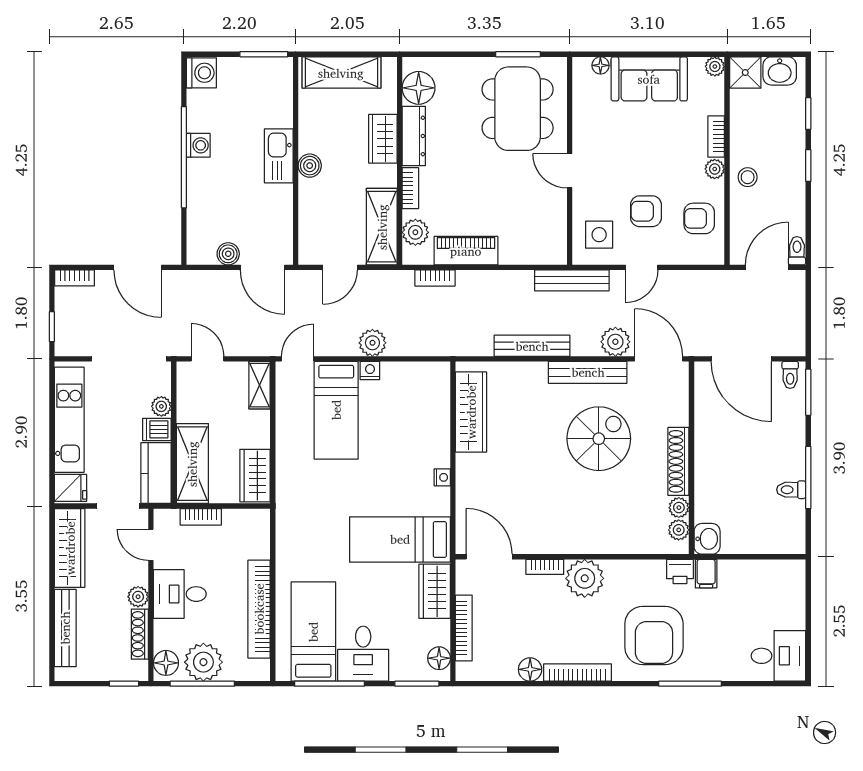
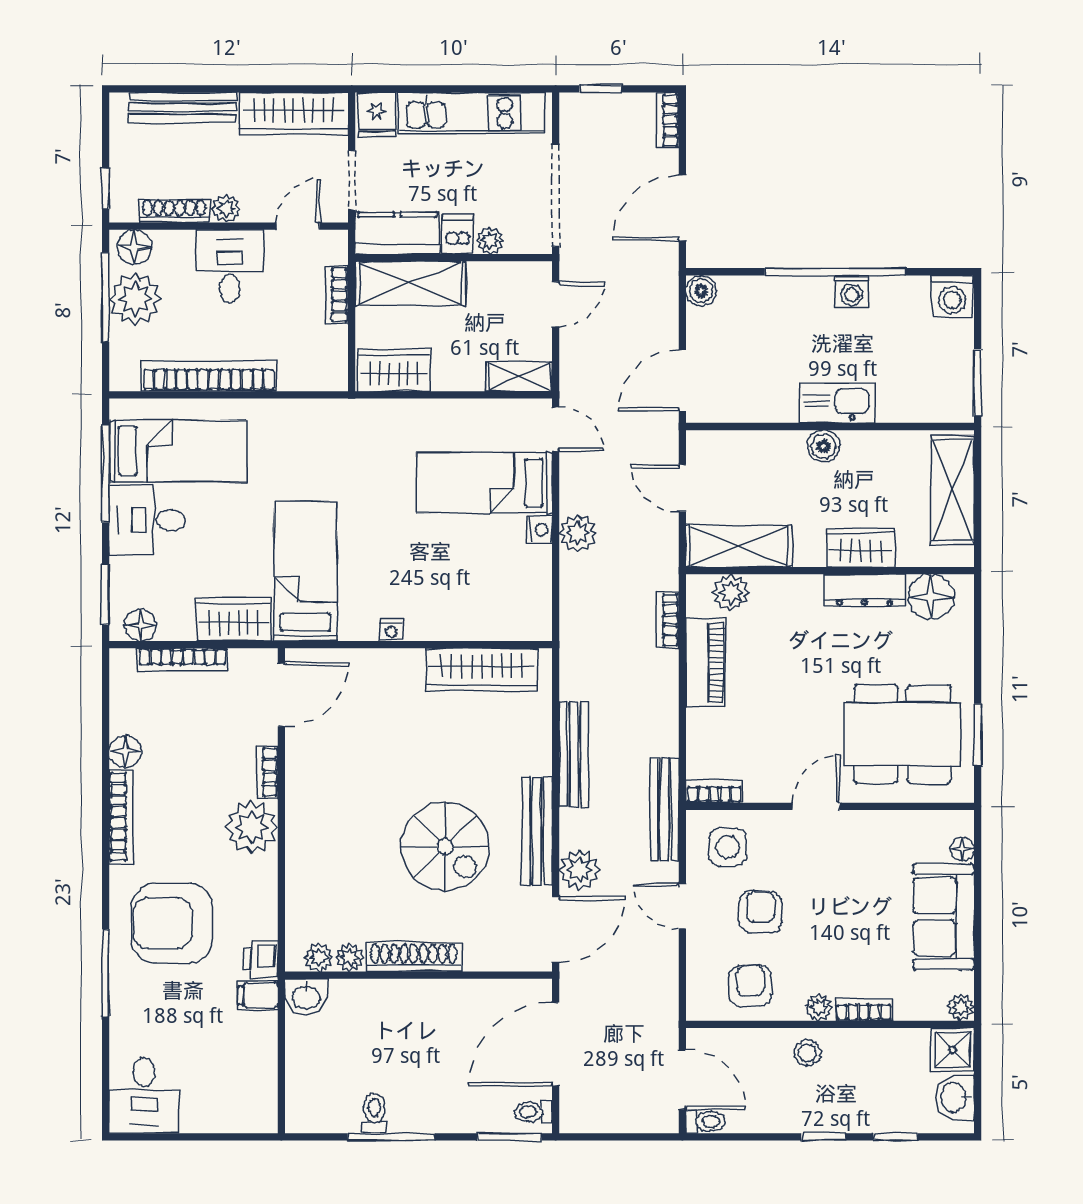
bookcase: (410, 188) -> (714, 791), moved, turned 180
boiler: (228, 254) -> (701, 291), moved

